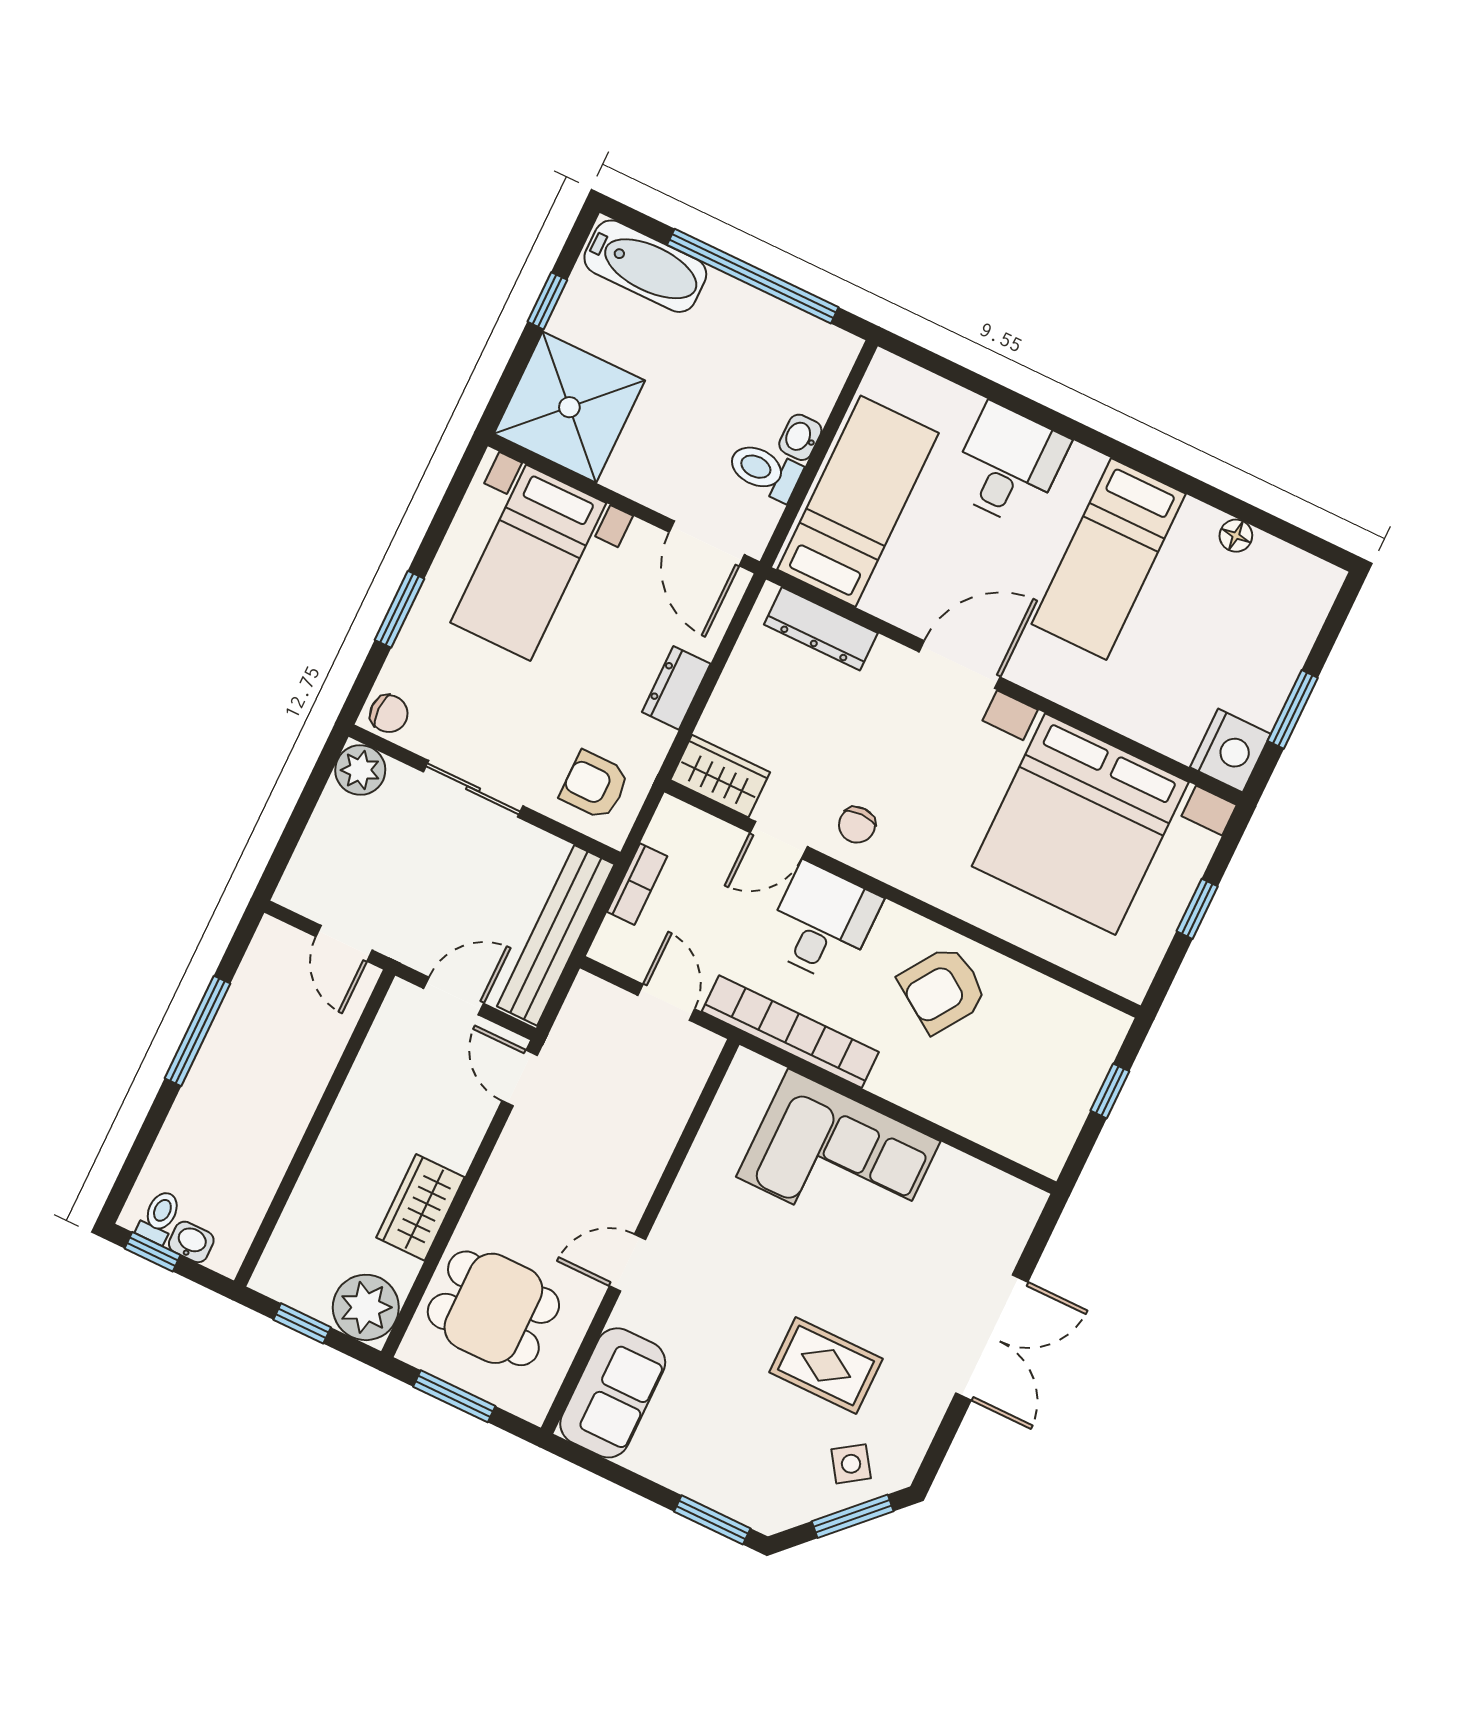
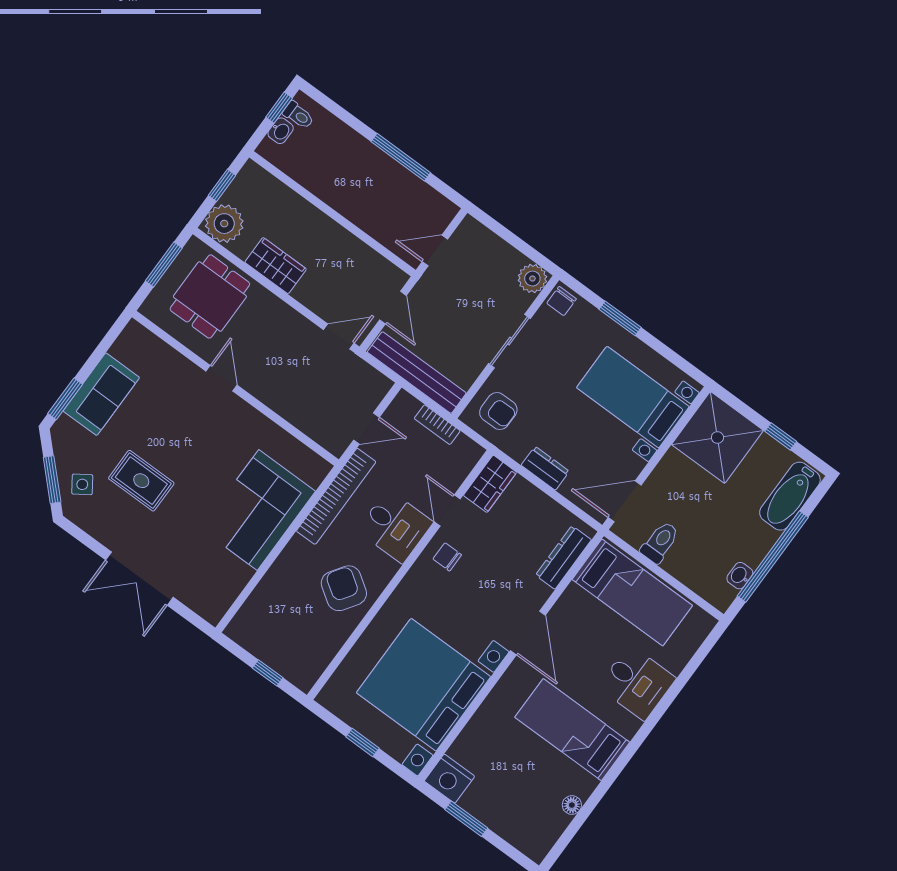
washbasin: (800, 437) -> (740, 576), moved, turned -90
armchair: (595, 785) -> (498, 411), turned 90
rug: (826, 1365) -> (141, 481), turned 90
sofa: (613, 1393) -> (101, 394), moved, turned -90

